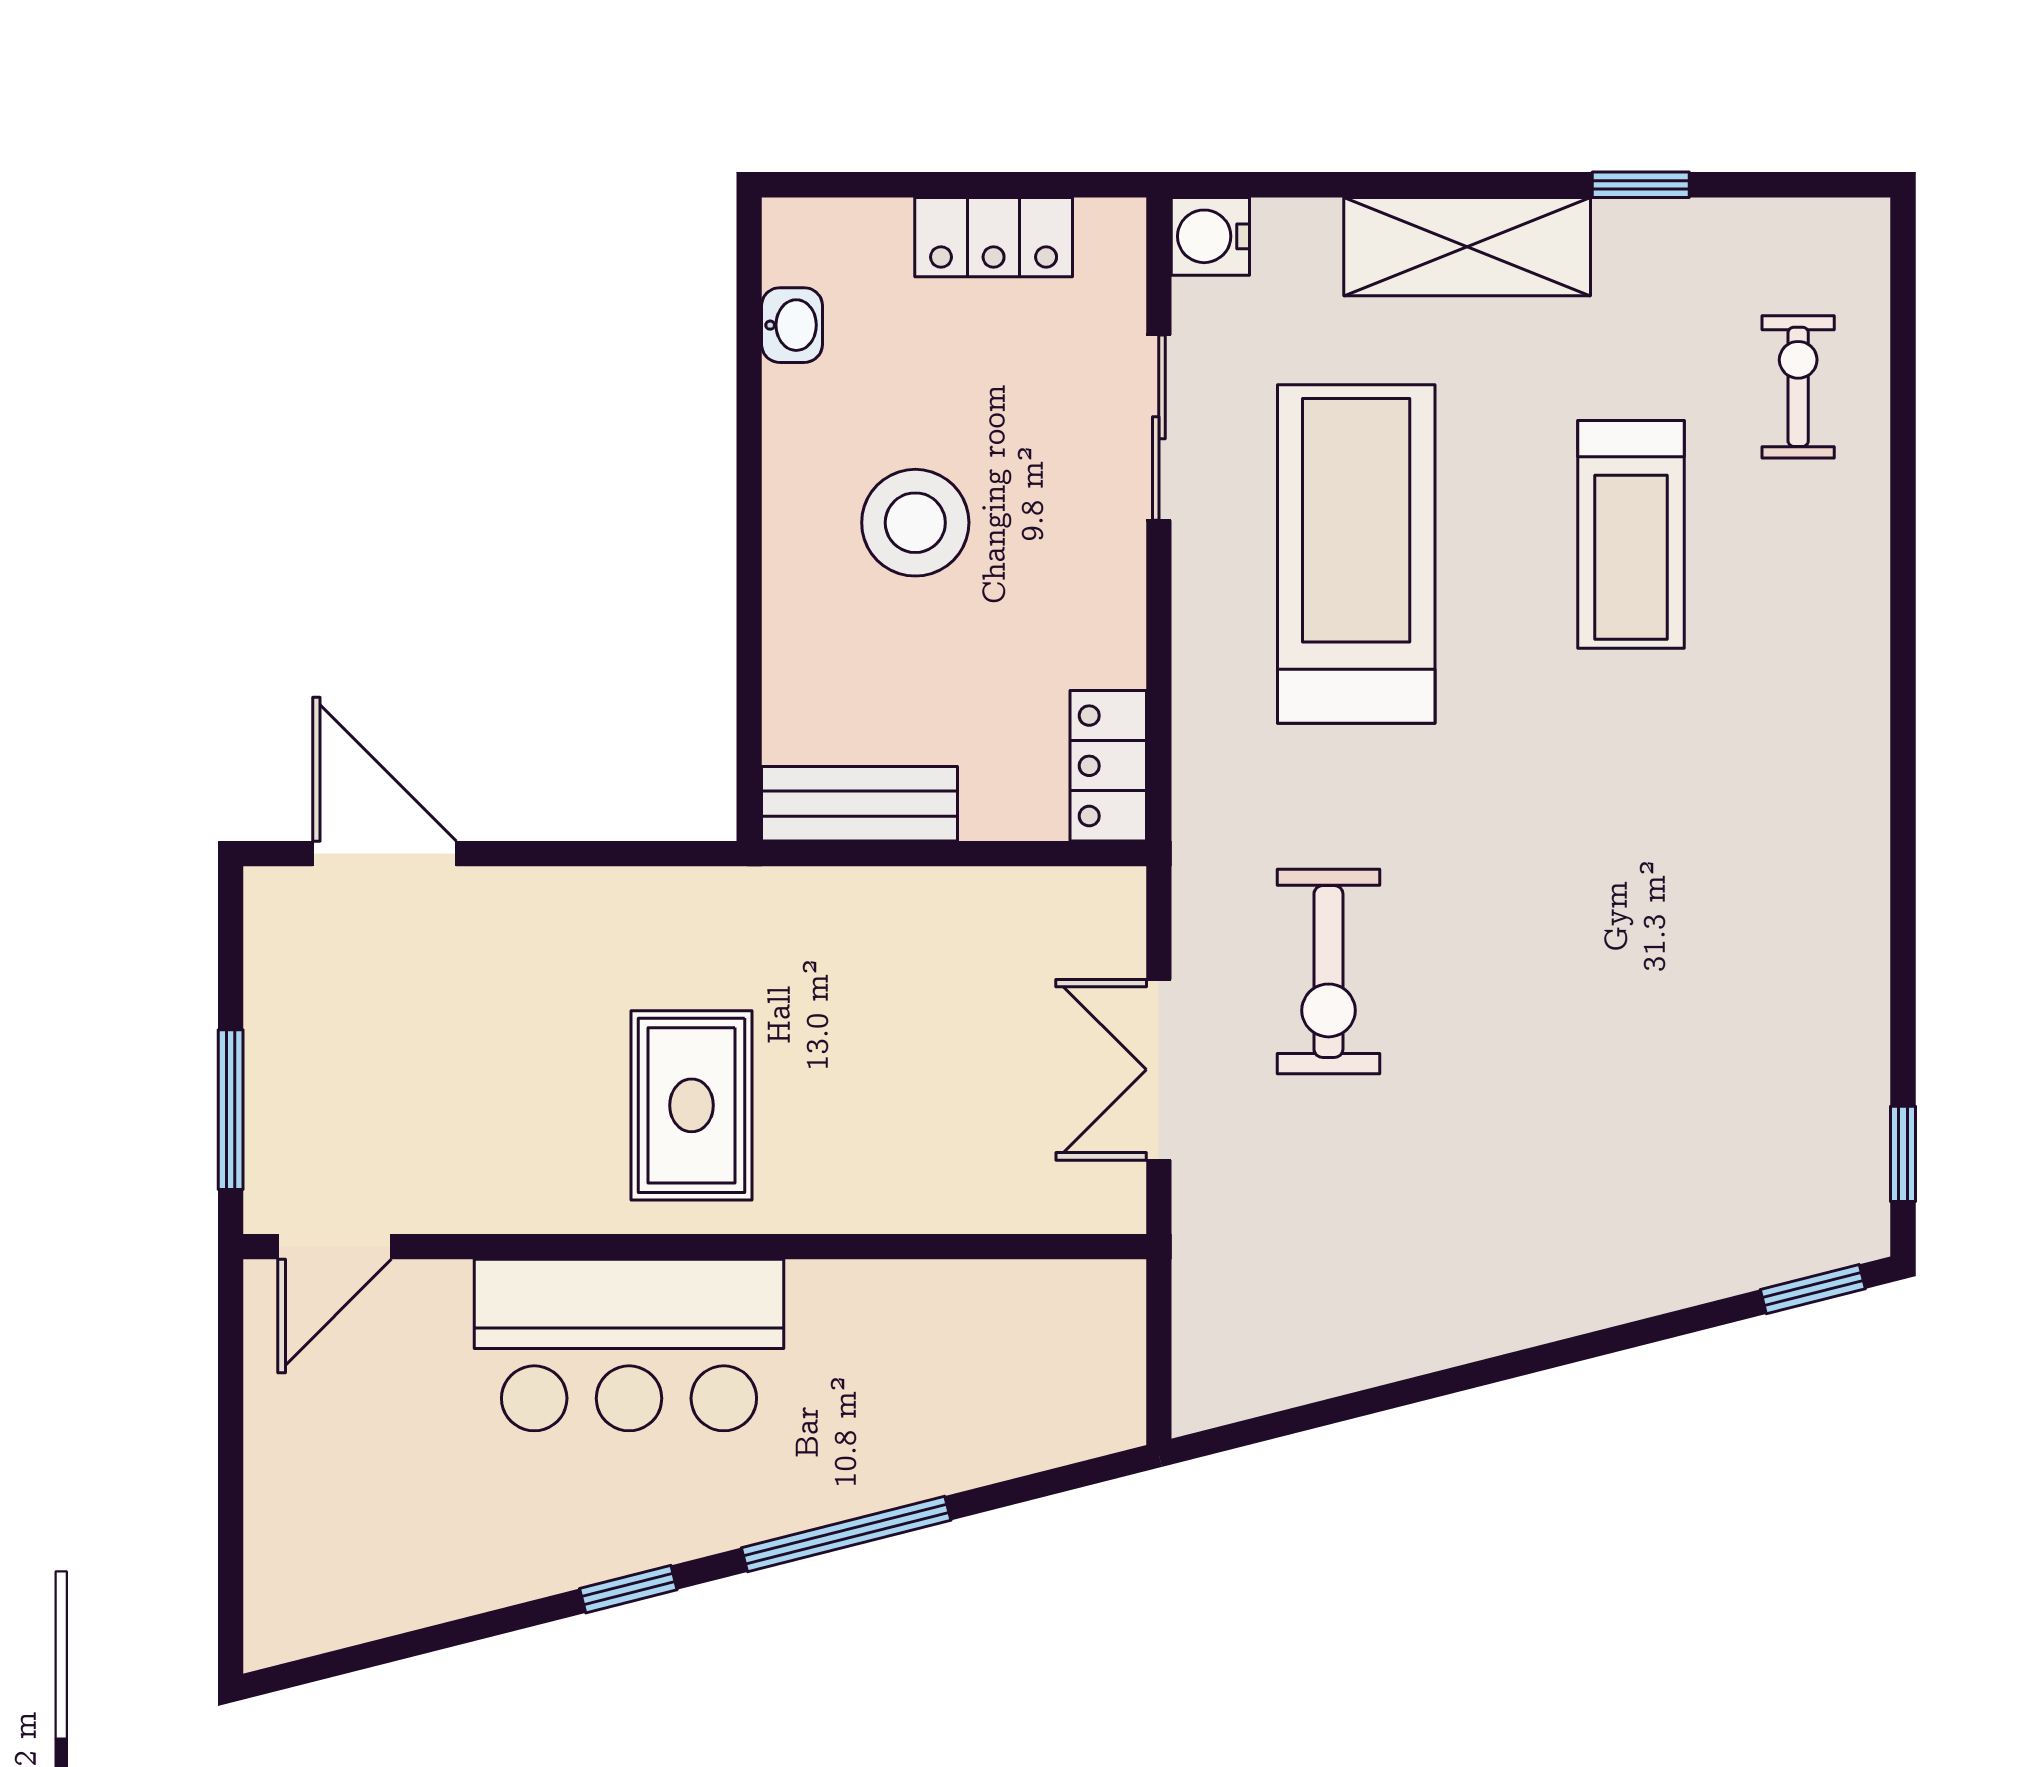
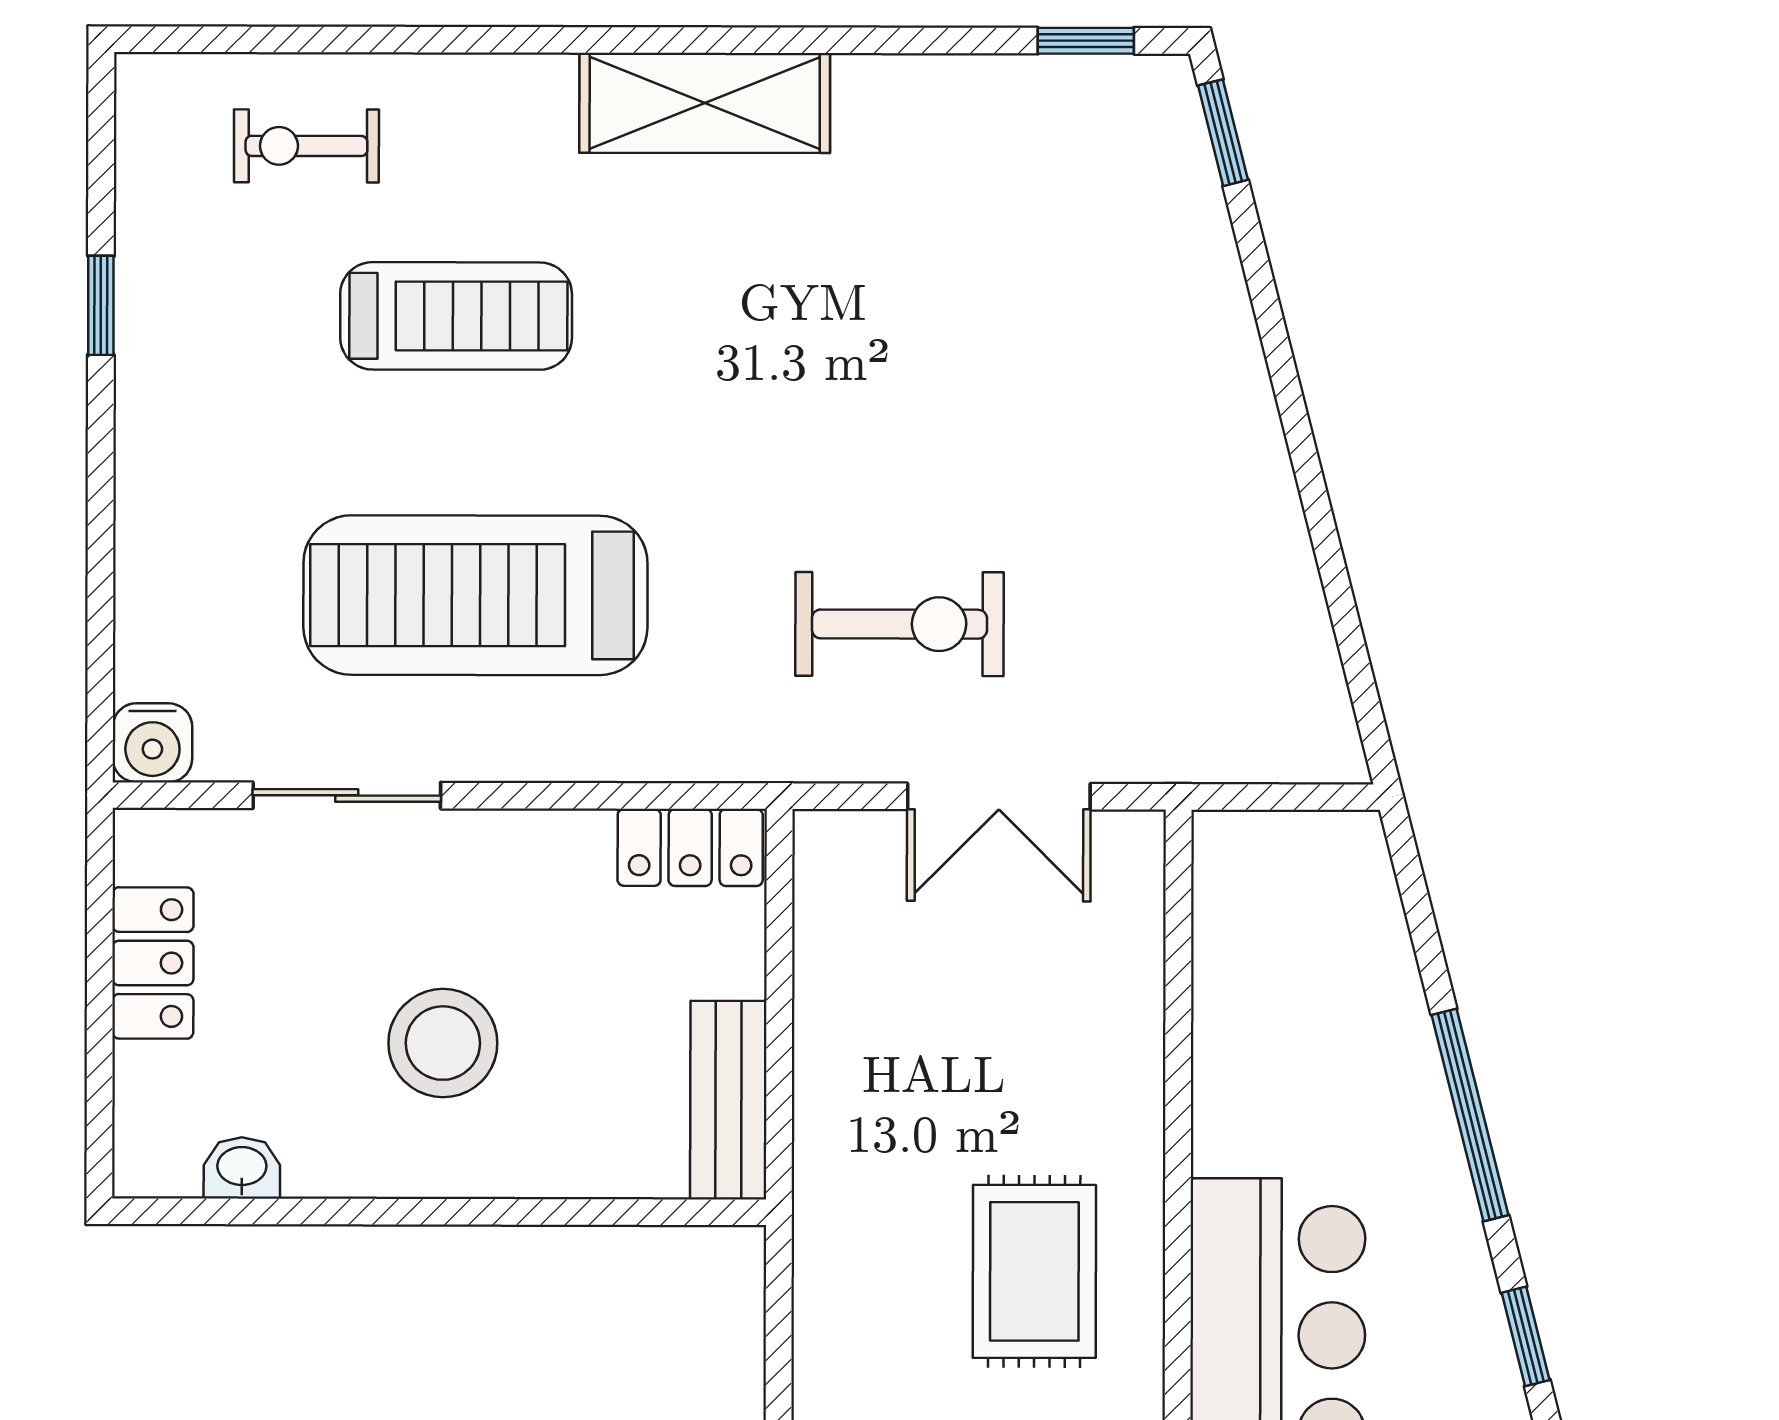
shelving: (1467, 247) -> (705, 103), moved, turned 90
rug: (691, 1105) -> (1034, 1271), turned 90

